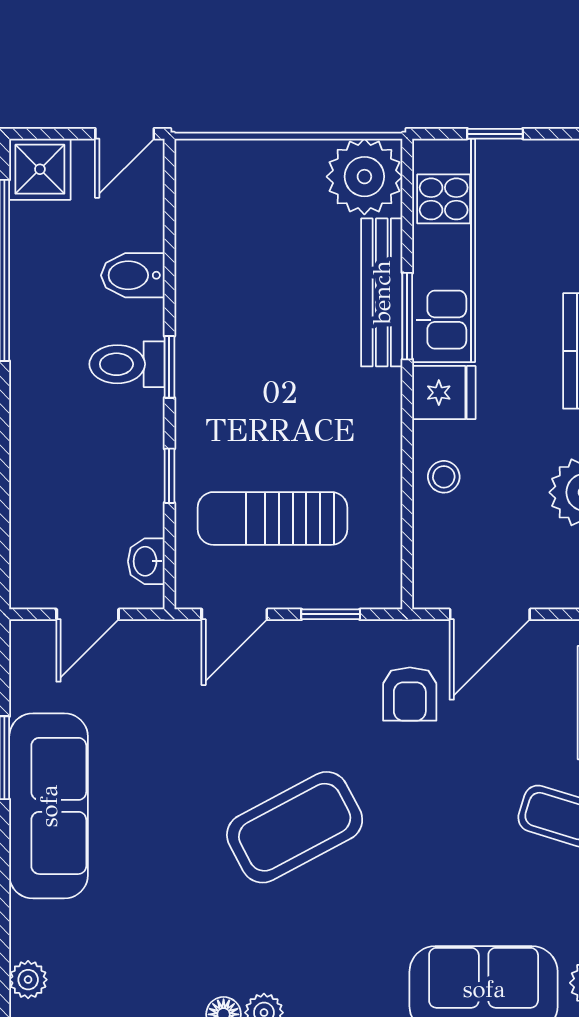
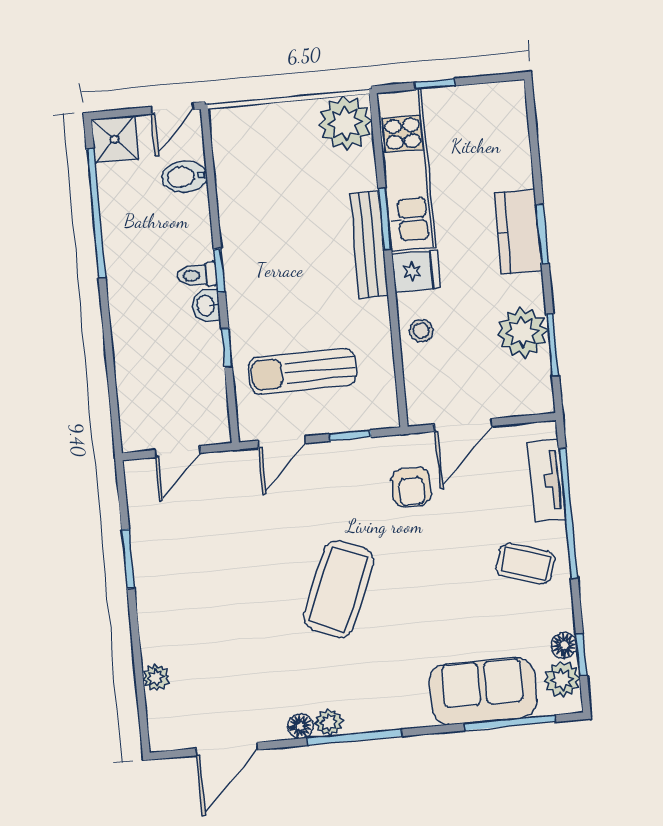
bidet: (133, 275) -> (184, 177), moved
bench: (382, 292) -> (369, 245), moved
toilet: (127, 364) -> (197, 275), width x0.73, depth x0.72
washbasin: (146, 561) -> (206, 305), moved
sofa: (49, 806) -> (163, 590), removed
coffee table: (295, 827) -> (338, 589), turned -39
plant: (28, 980) -> (156, 678), moved

